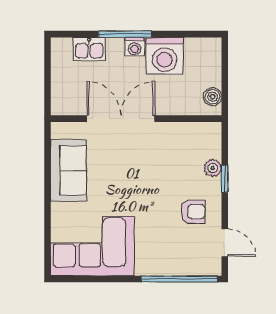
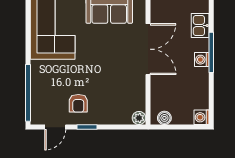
washing machine: (164, 56) -> (202, 117), moved, width x0.53, depth x0.53
plant: (213, 168) -> (139, 118), moved
window: (225, 179) -> (87, 127), moved

